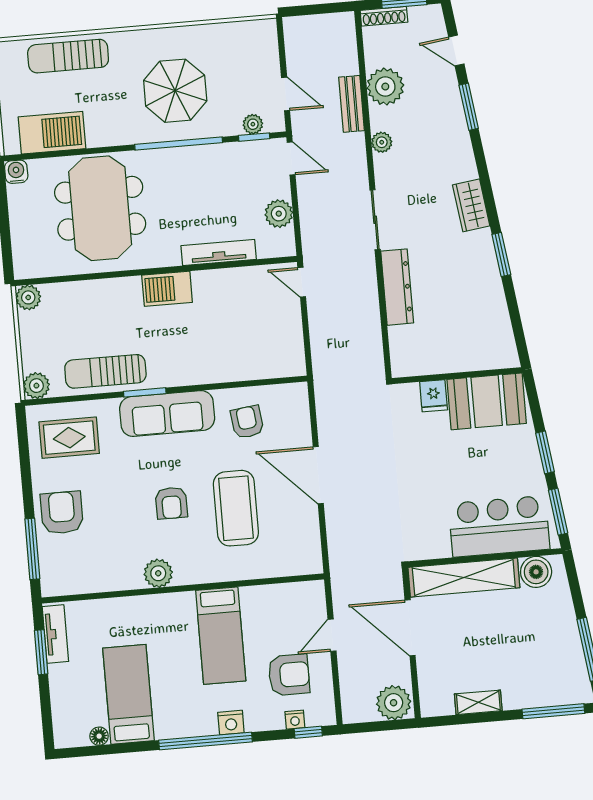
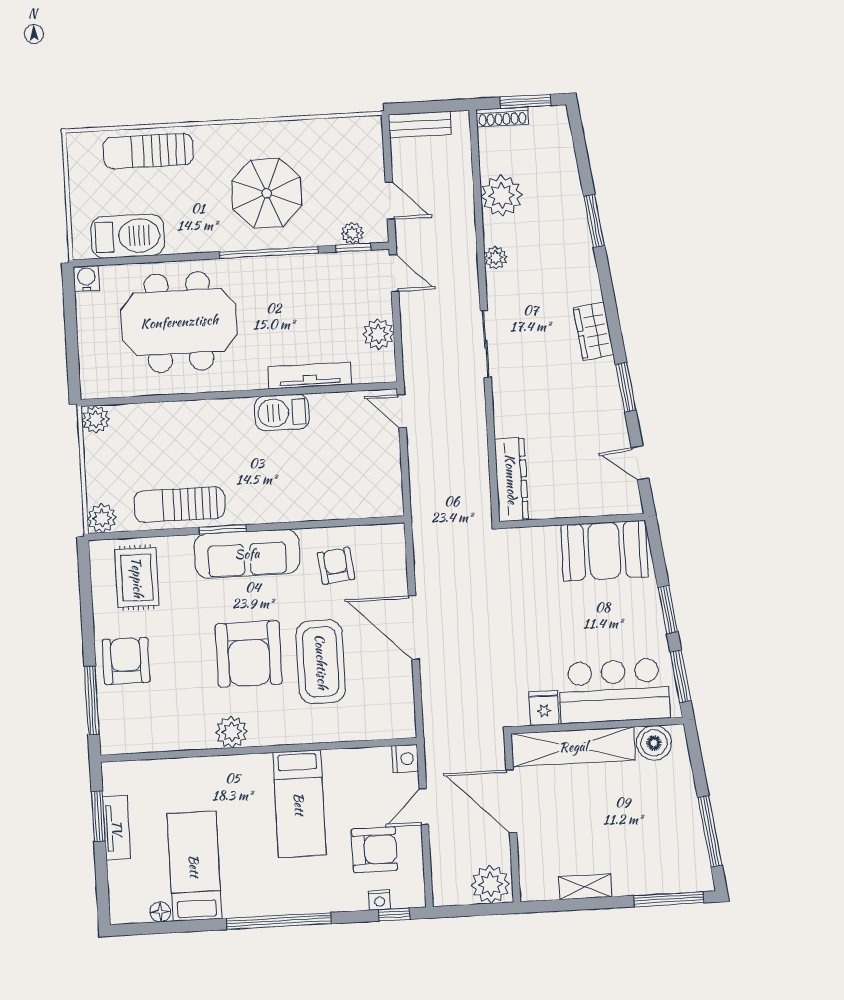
door: (456, 50) -> (640, 463), moved
bench: (352, 104) -> (420, 125), moved, turned 90
meeting table: (100, 208) -> (179, 322), turned 90
dresser: (397, 287) -> (511, 479), moved
barbecue: (167, 289) -> (282, 413), moved
fridge: (434, 396) -> (544, 708), moved, turned 180
rug: (69, 438) -> (137, 577), turned 90
armchair: (171, 503) -> (249, 654), width x1.88, depth x1.88
tv unit: (55, 634) -> (117, 828), moved
nightstand: (231, 723) -> (405, 759), moved, turned -90

